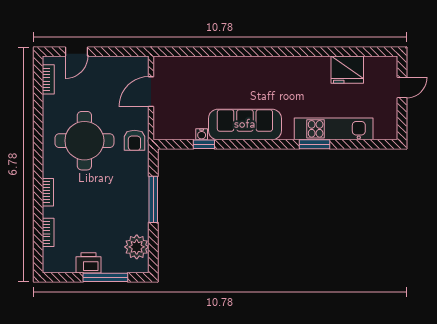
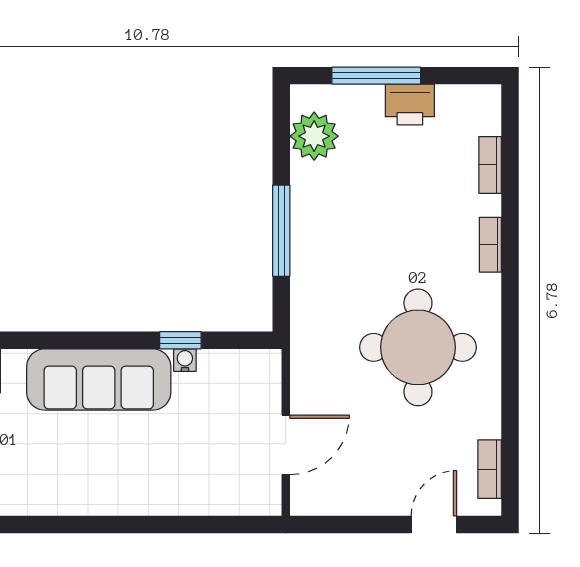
armchair: (134, 140) -> (319, 348), removed

